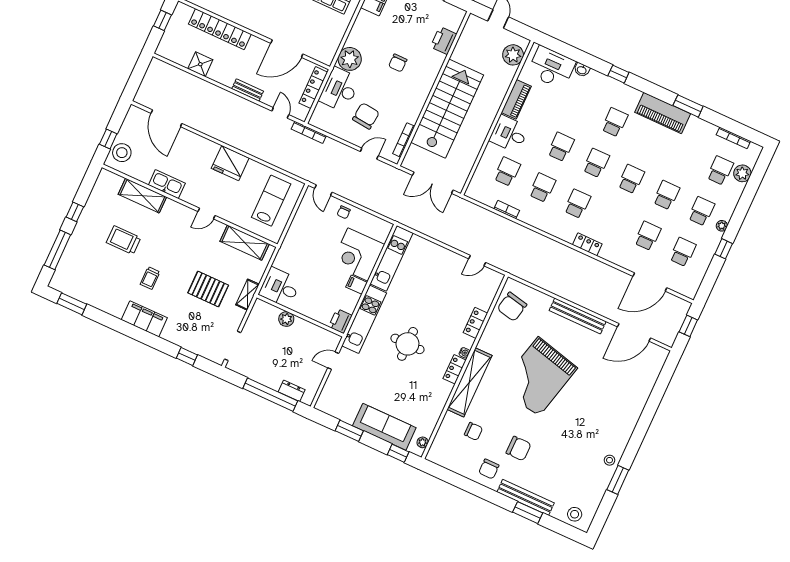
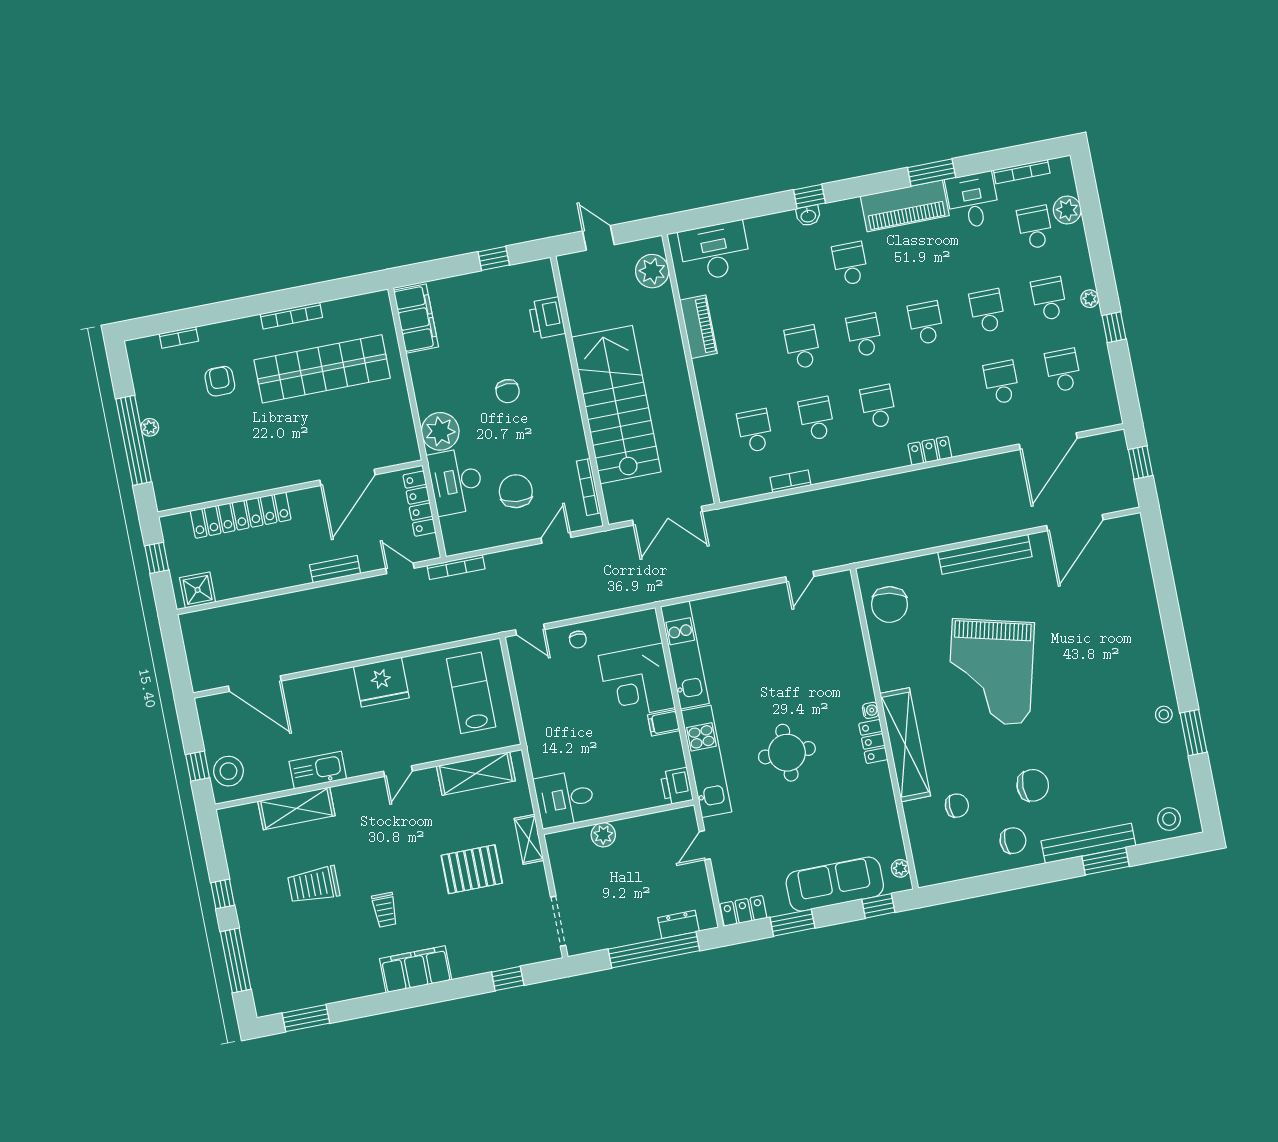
shower: (200, 64) -> (198, 590), moved
washbasin: (582, 70) -> (808, 216), moved
desk: (509, 134) -> (973, 200), moved, turned 90
locker: (475, 323) -> (743, 911), moved, turned 90
chair: (489, 469) -> (1013, 841), turned -90

